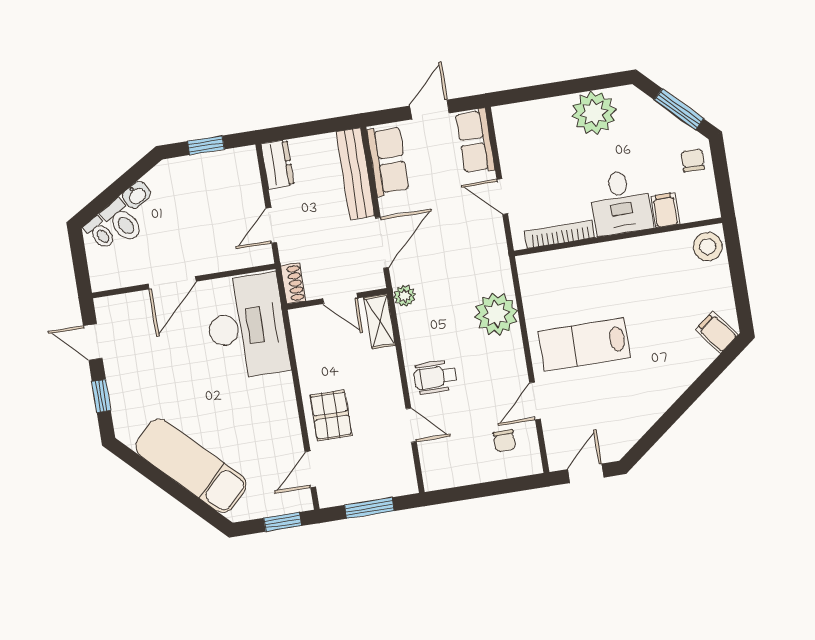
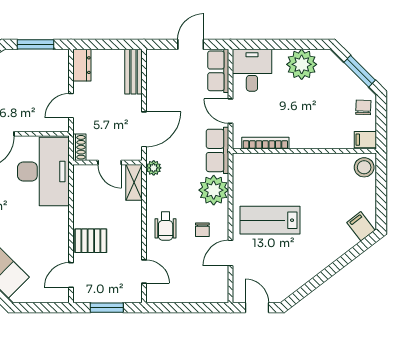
window: (206, 145) -> (35, 44), width x1.50
row of seats: (388, 161) -> (217, 150), moved, turned 180
bench: (355, 174) -> (134, 72), width x0.73
desk: (621, 202) -> (252, 70), moved, turned 180
filing cabinet: (665, 210) -> (365, 140), moved, turned -90
wheelchair: (435, 377) -> (166, 226), turned -90
pallet: (331, 415) -> (91, 241), turned 90
door: (411, 425) -> (144, 272), moved
chair: (504, 441) -> (202, 230), moved
door: (586, 473) -> (257, 308), hinge flipped
window: (283, 522) -> (47, 308), removed

